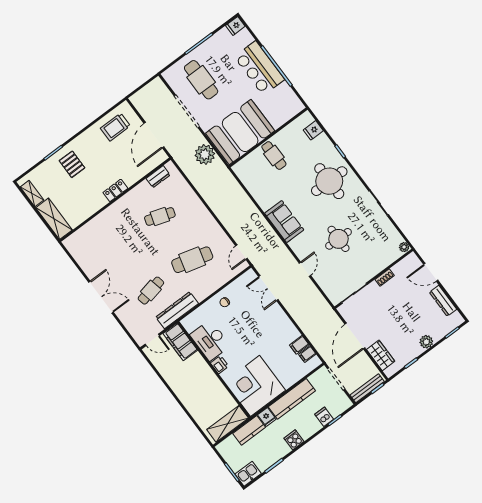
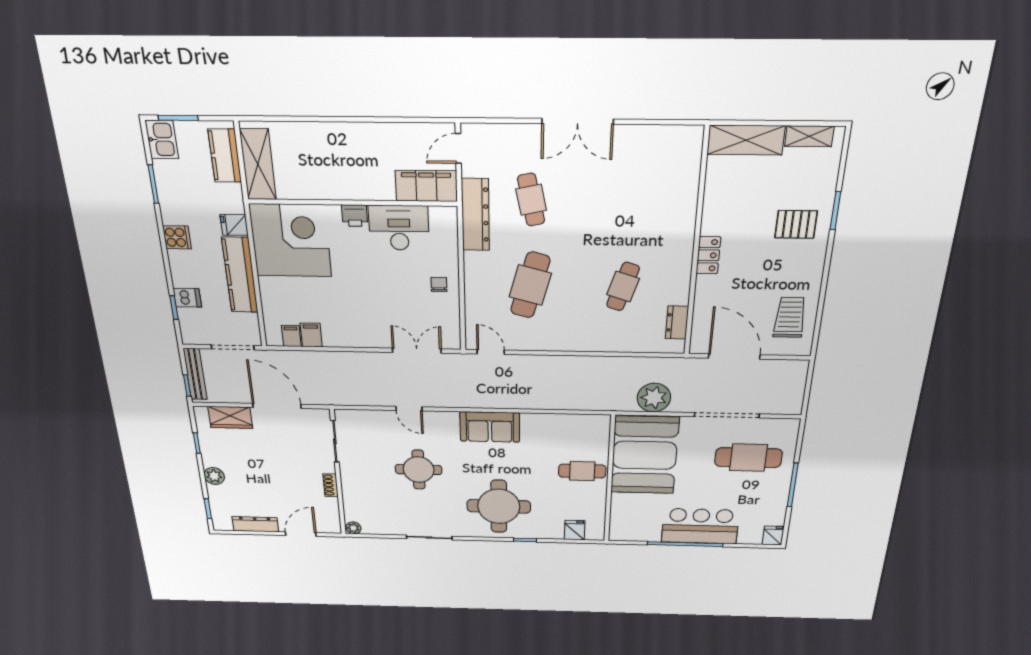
kitchen counter: (249, 430) -> (225, 156), moved

